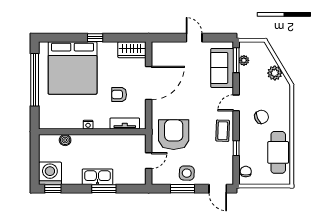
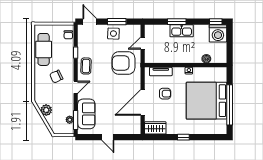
bed: (73, 68) -> (207, 101), moved, turned -90
armchair: (174, 135) -> (123, 63), turned 90

